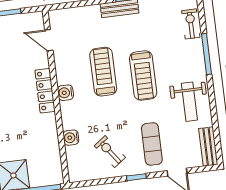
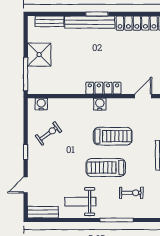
exercise bike: (191, 24) -> (131, 193), moved
water cooler: (71, 138) -> (41, 104), moved
exercise mat: (152, 144) -> (50, 168), removed

